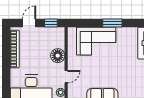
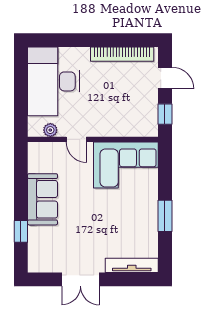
corner sofa: (96, 41) -> (126, 165), moved, turned -90
floor lamp: (58, 56) -> (111, 125), removed

